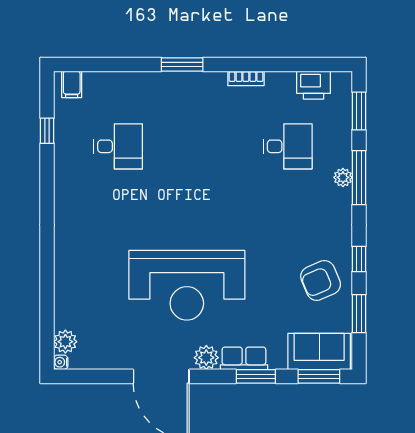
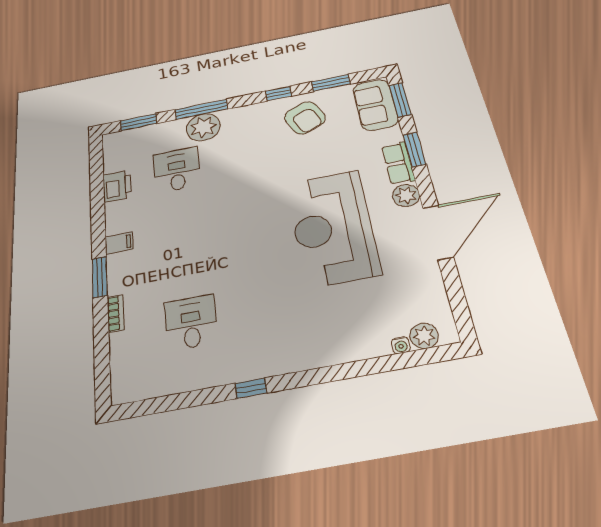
bookcase: (246, 78) -> (116, 313), moved
filing cabinet: (72, 84) -> (119, 243), moved
printer: (314, 85) -> (117, 186), moved
window: (47, 131) -> (251, 388), moved
plant: (343, 177) -> (203, 127), width x1.87, depth x1.87
reception desk: (187, 285) -> (333, 228), turned 180
water cooler: (61, 362) -> (401, 345), moved

